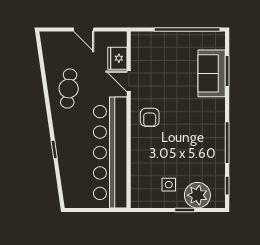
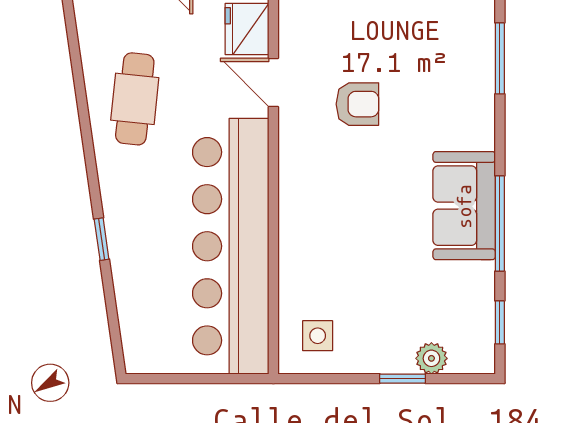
sofa: (212, 73) -> (464, 206), moved
armchair: (150, 117) -> (357, 104), moved, turned -90
side table: (169, 185) -> (318, 336), moved
plant: (197, 195) -> (431, 358), width x0.53, depth x0.53

